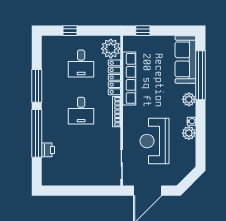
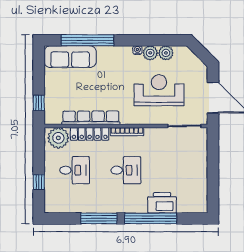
plant: (189, 99) -> (166, 53), moved
reception desk: (154, 141) -> (159, 90), turned 180
printer: (48, 150) -> (162, 203), width x1.87, depth x1.48

